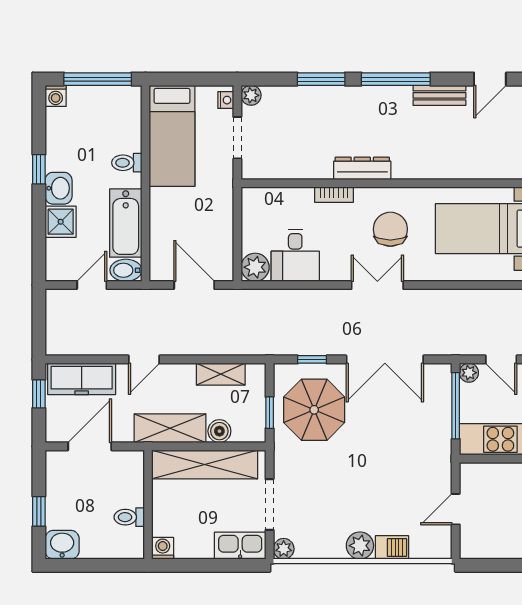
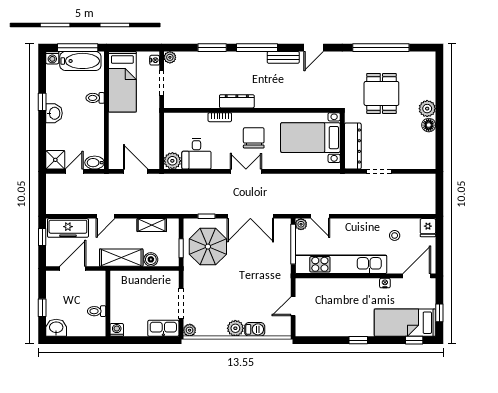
shower: (61, 222) -> (55, 160), moved
bathtub: (126, 223) -> (80, 61), moved, turned -90
shelving: (205, 464) -> (142, 279), removed

